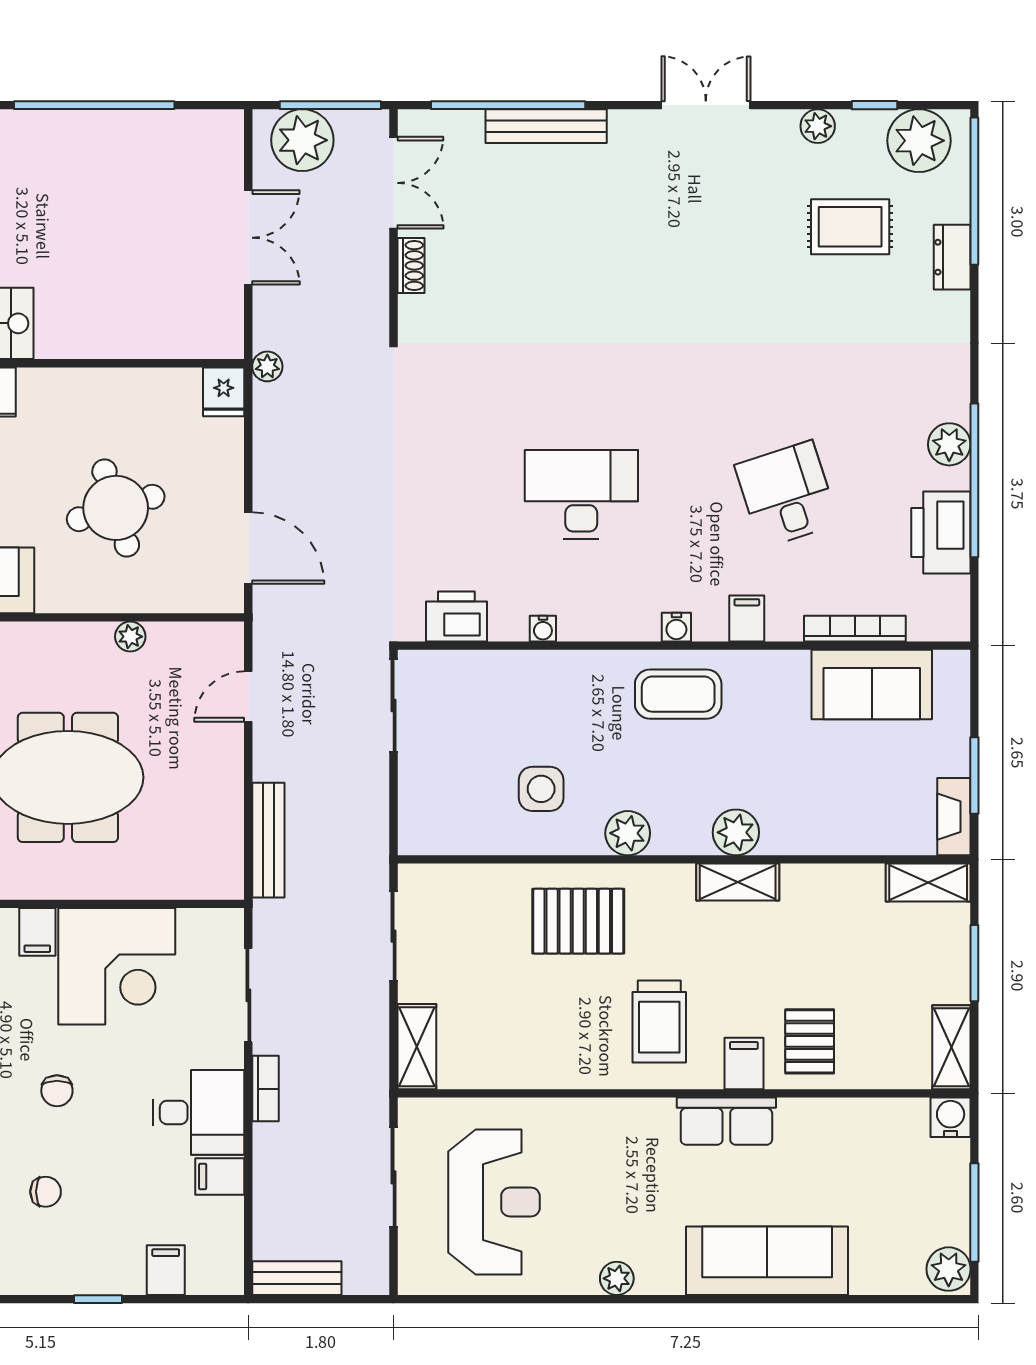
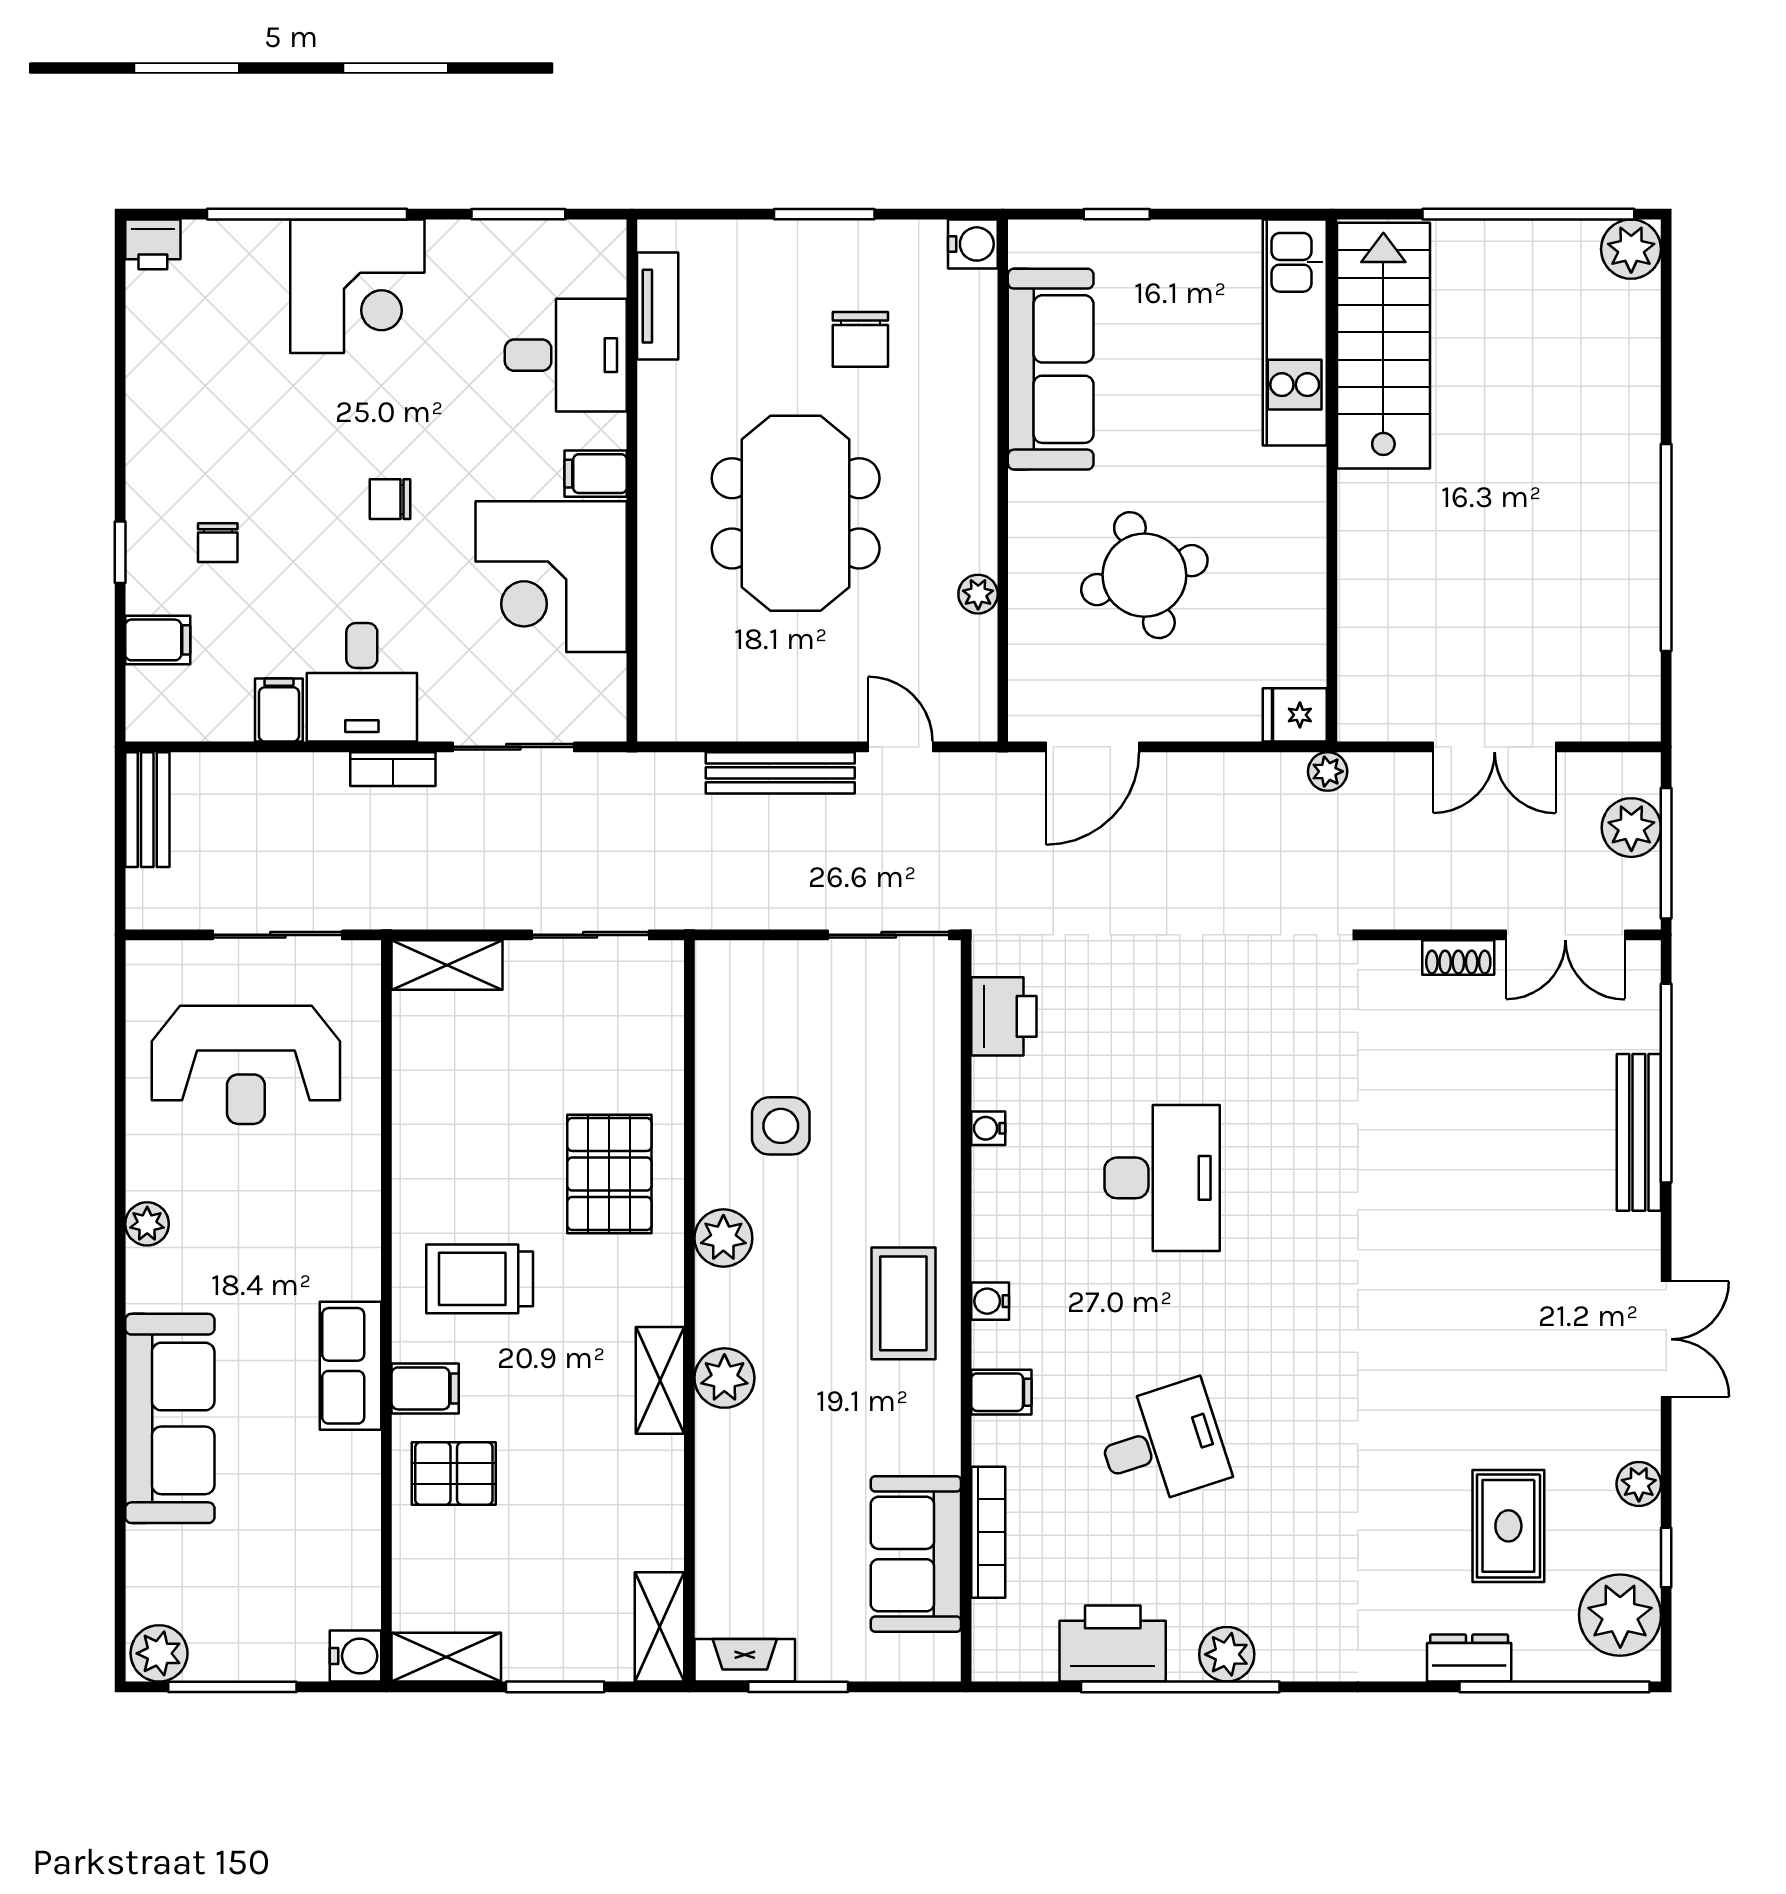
plant: (302, 140) -> (1631, 828), width x0.73, depth x0.73
bench: (268, 840) -> (780, 773), moved
chair: (46, 1192) -> (218, 543), moved

